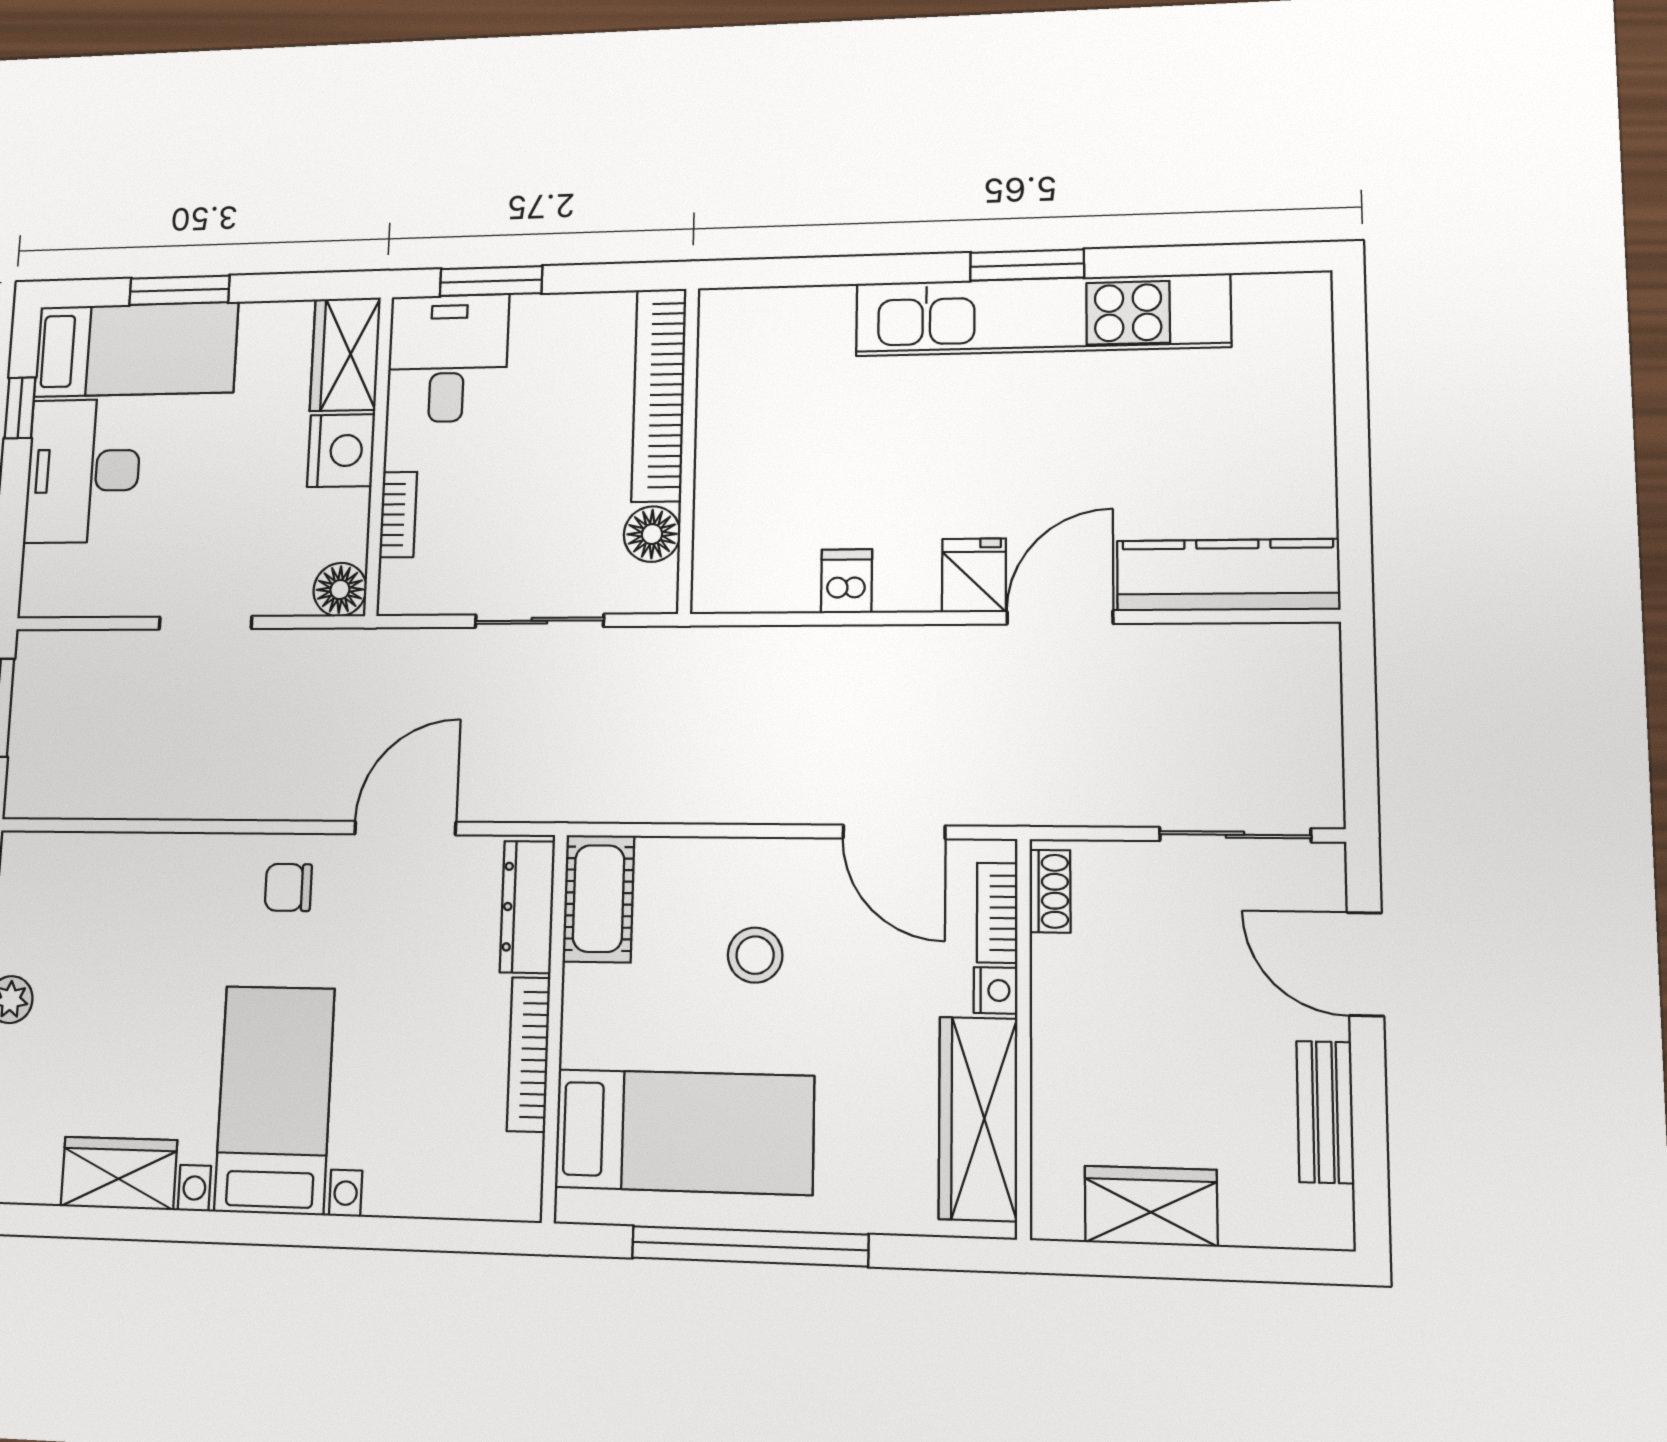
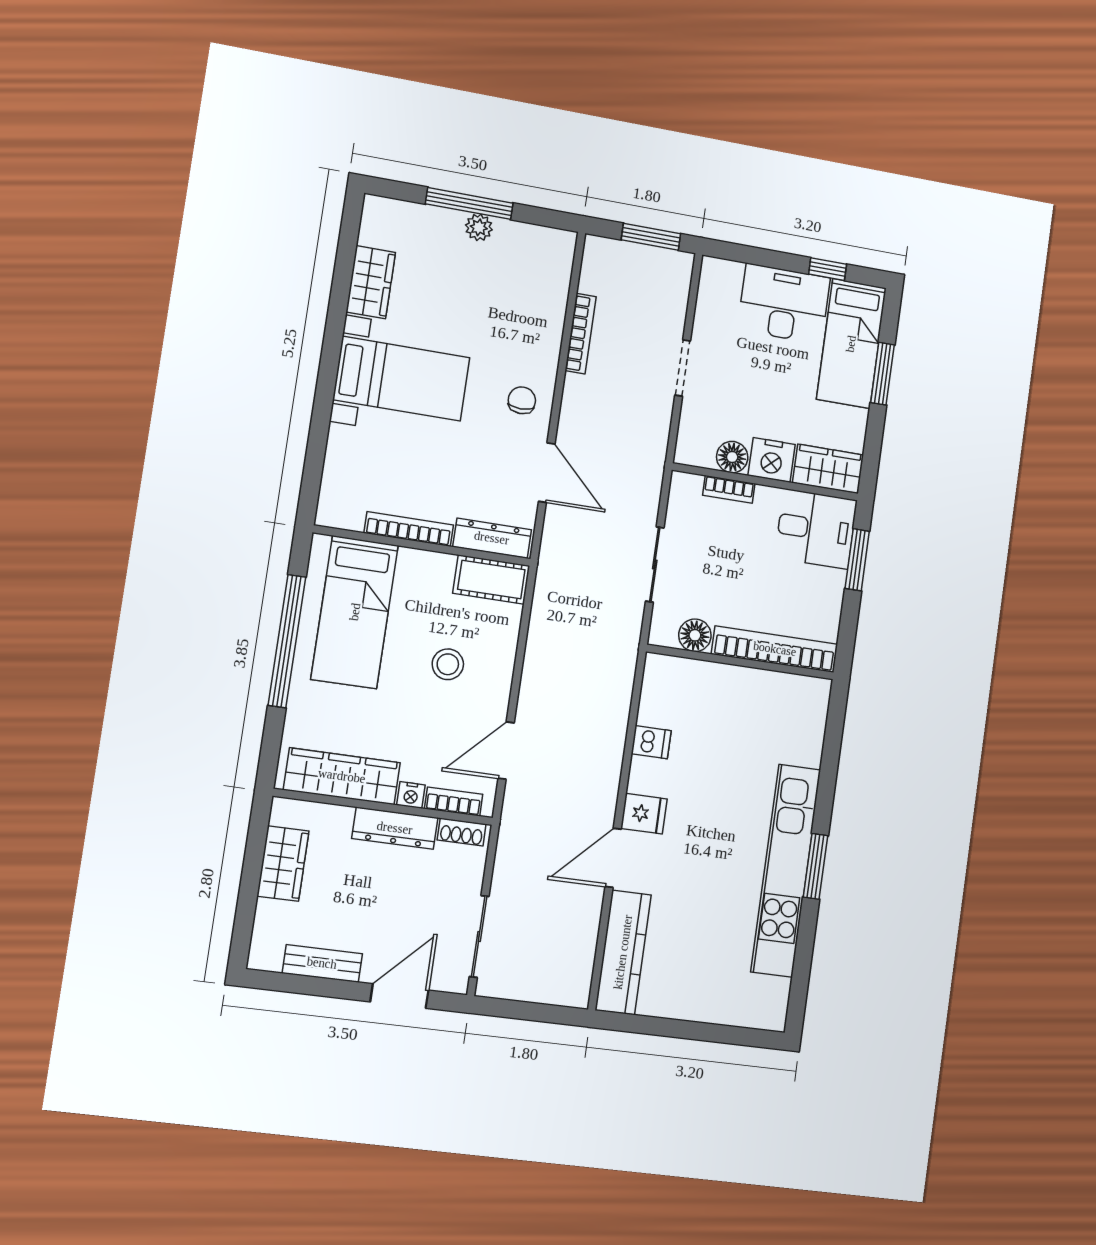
floor lamp: (340, 590) -> (732, 457), moved
door: (1060, 617) -> (613, 858), swing flipped
bookcase: (167, 803) -> (580, 334), added
dresser: (1059, 1011) -> (395, 828), added

